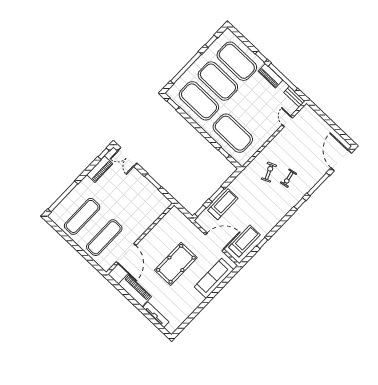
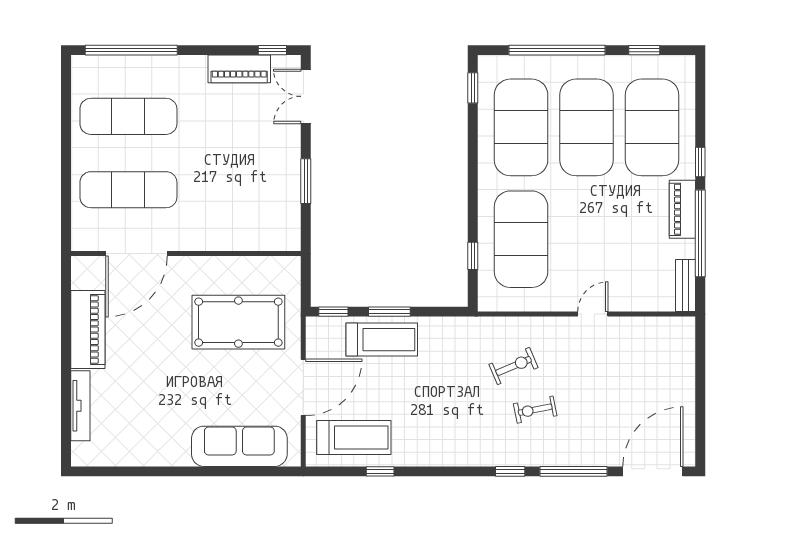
door: (287, 121) -> (593, 314), moved
door: (215, 242) -> (303, 387), hinge flipped
pool table: (176, 264) -> (238, 322), moved

